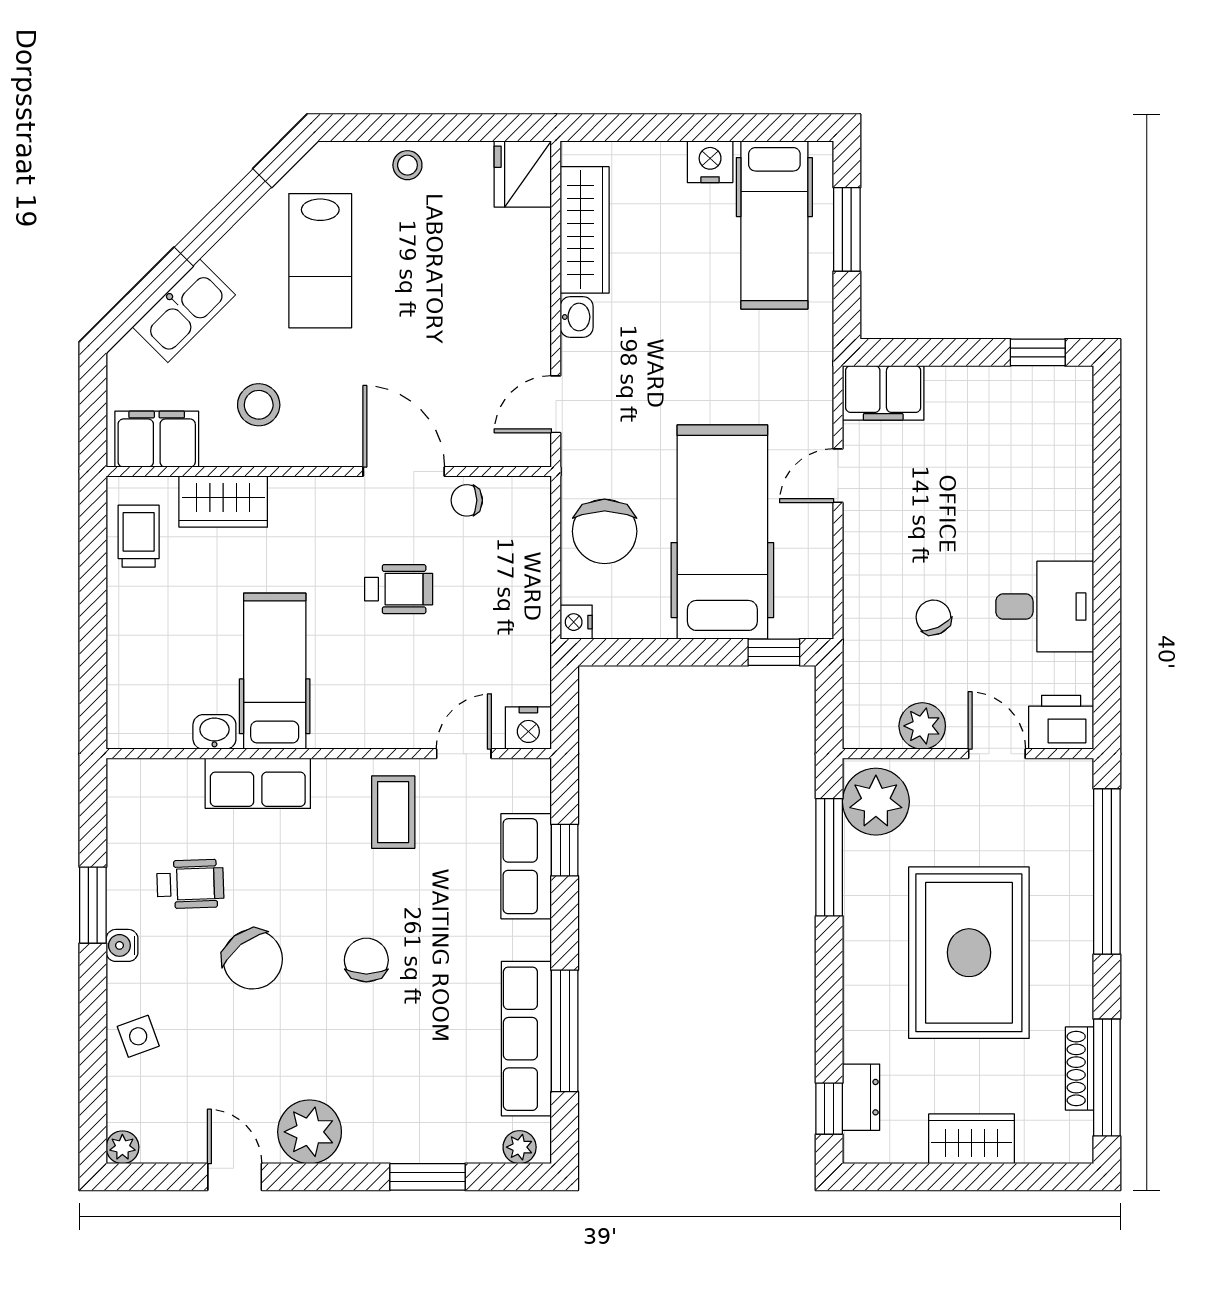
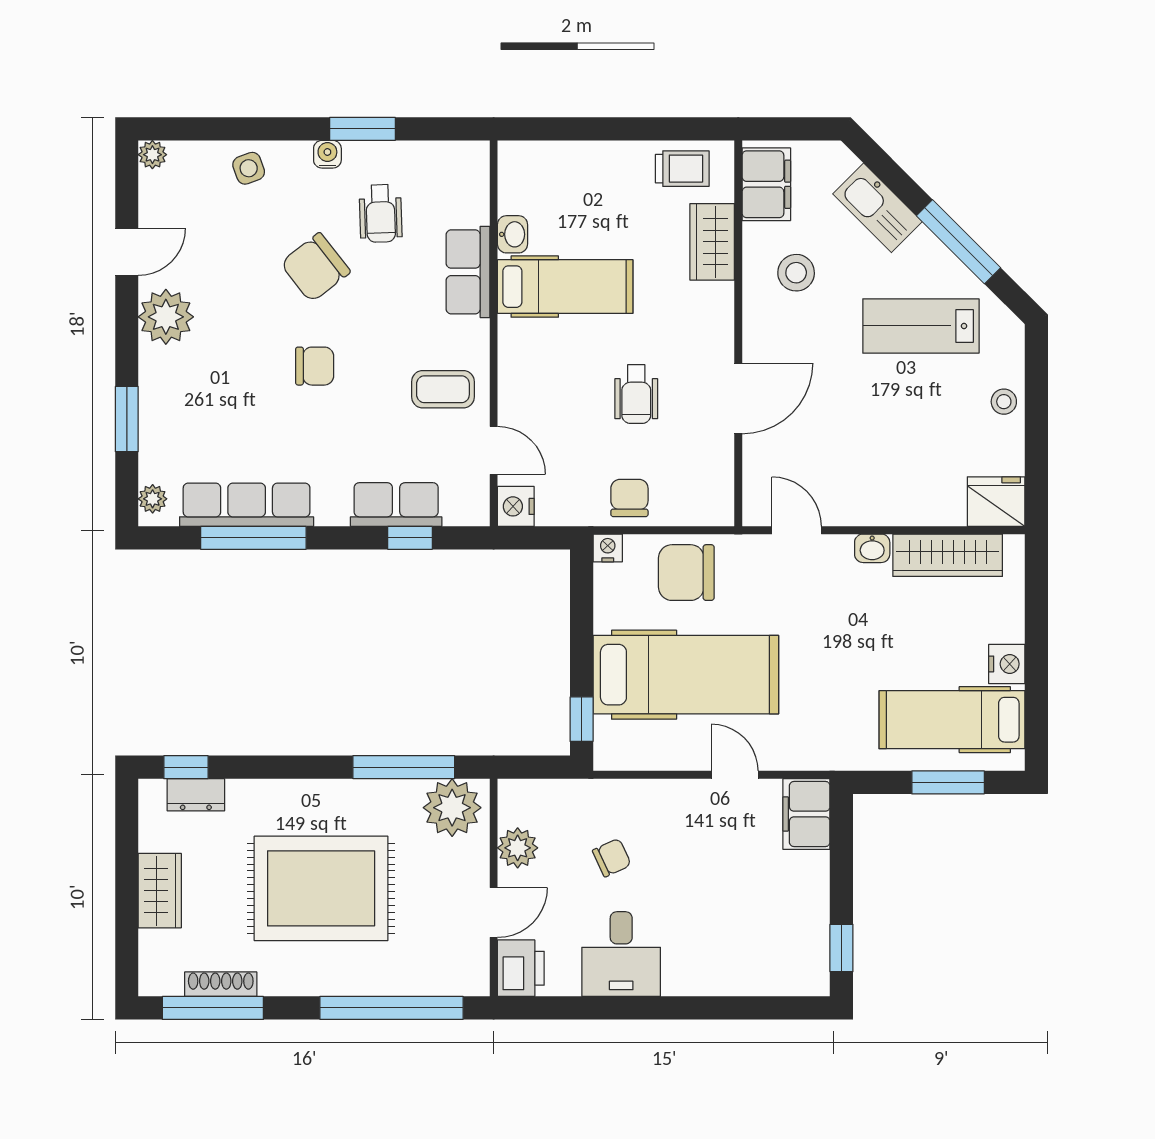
chair: (467, 500) -> (629, 498), moved, width x1.37, depth x1.37

